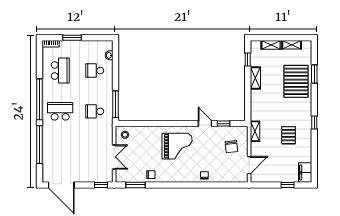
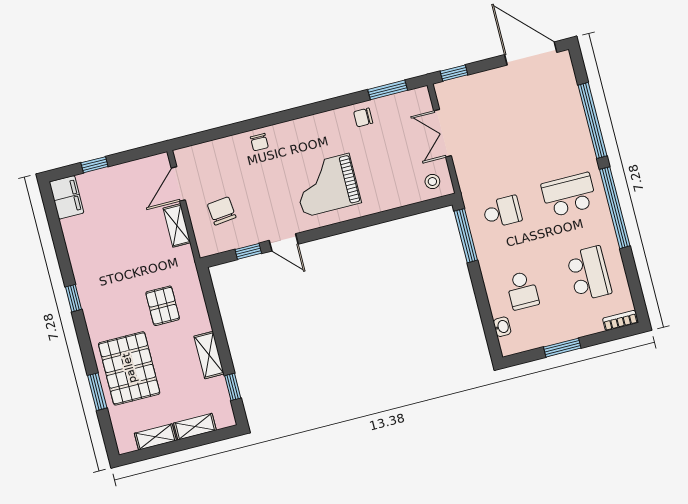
window: (72, 38) -> (562, 348), moved
school desk: (60, 71) -> (589, 273), turned 180
school desk: (95, 71) -> (522, 290), turned 90
school desk: (60, 111) -> (569, 195), turned 180
shelving: (255, 131) -> (177, 225), moved
pallet: (288, 135) -> (163, 306), moved

